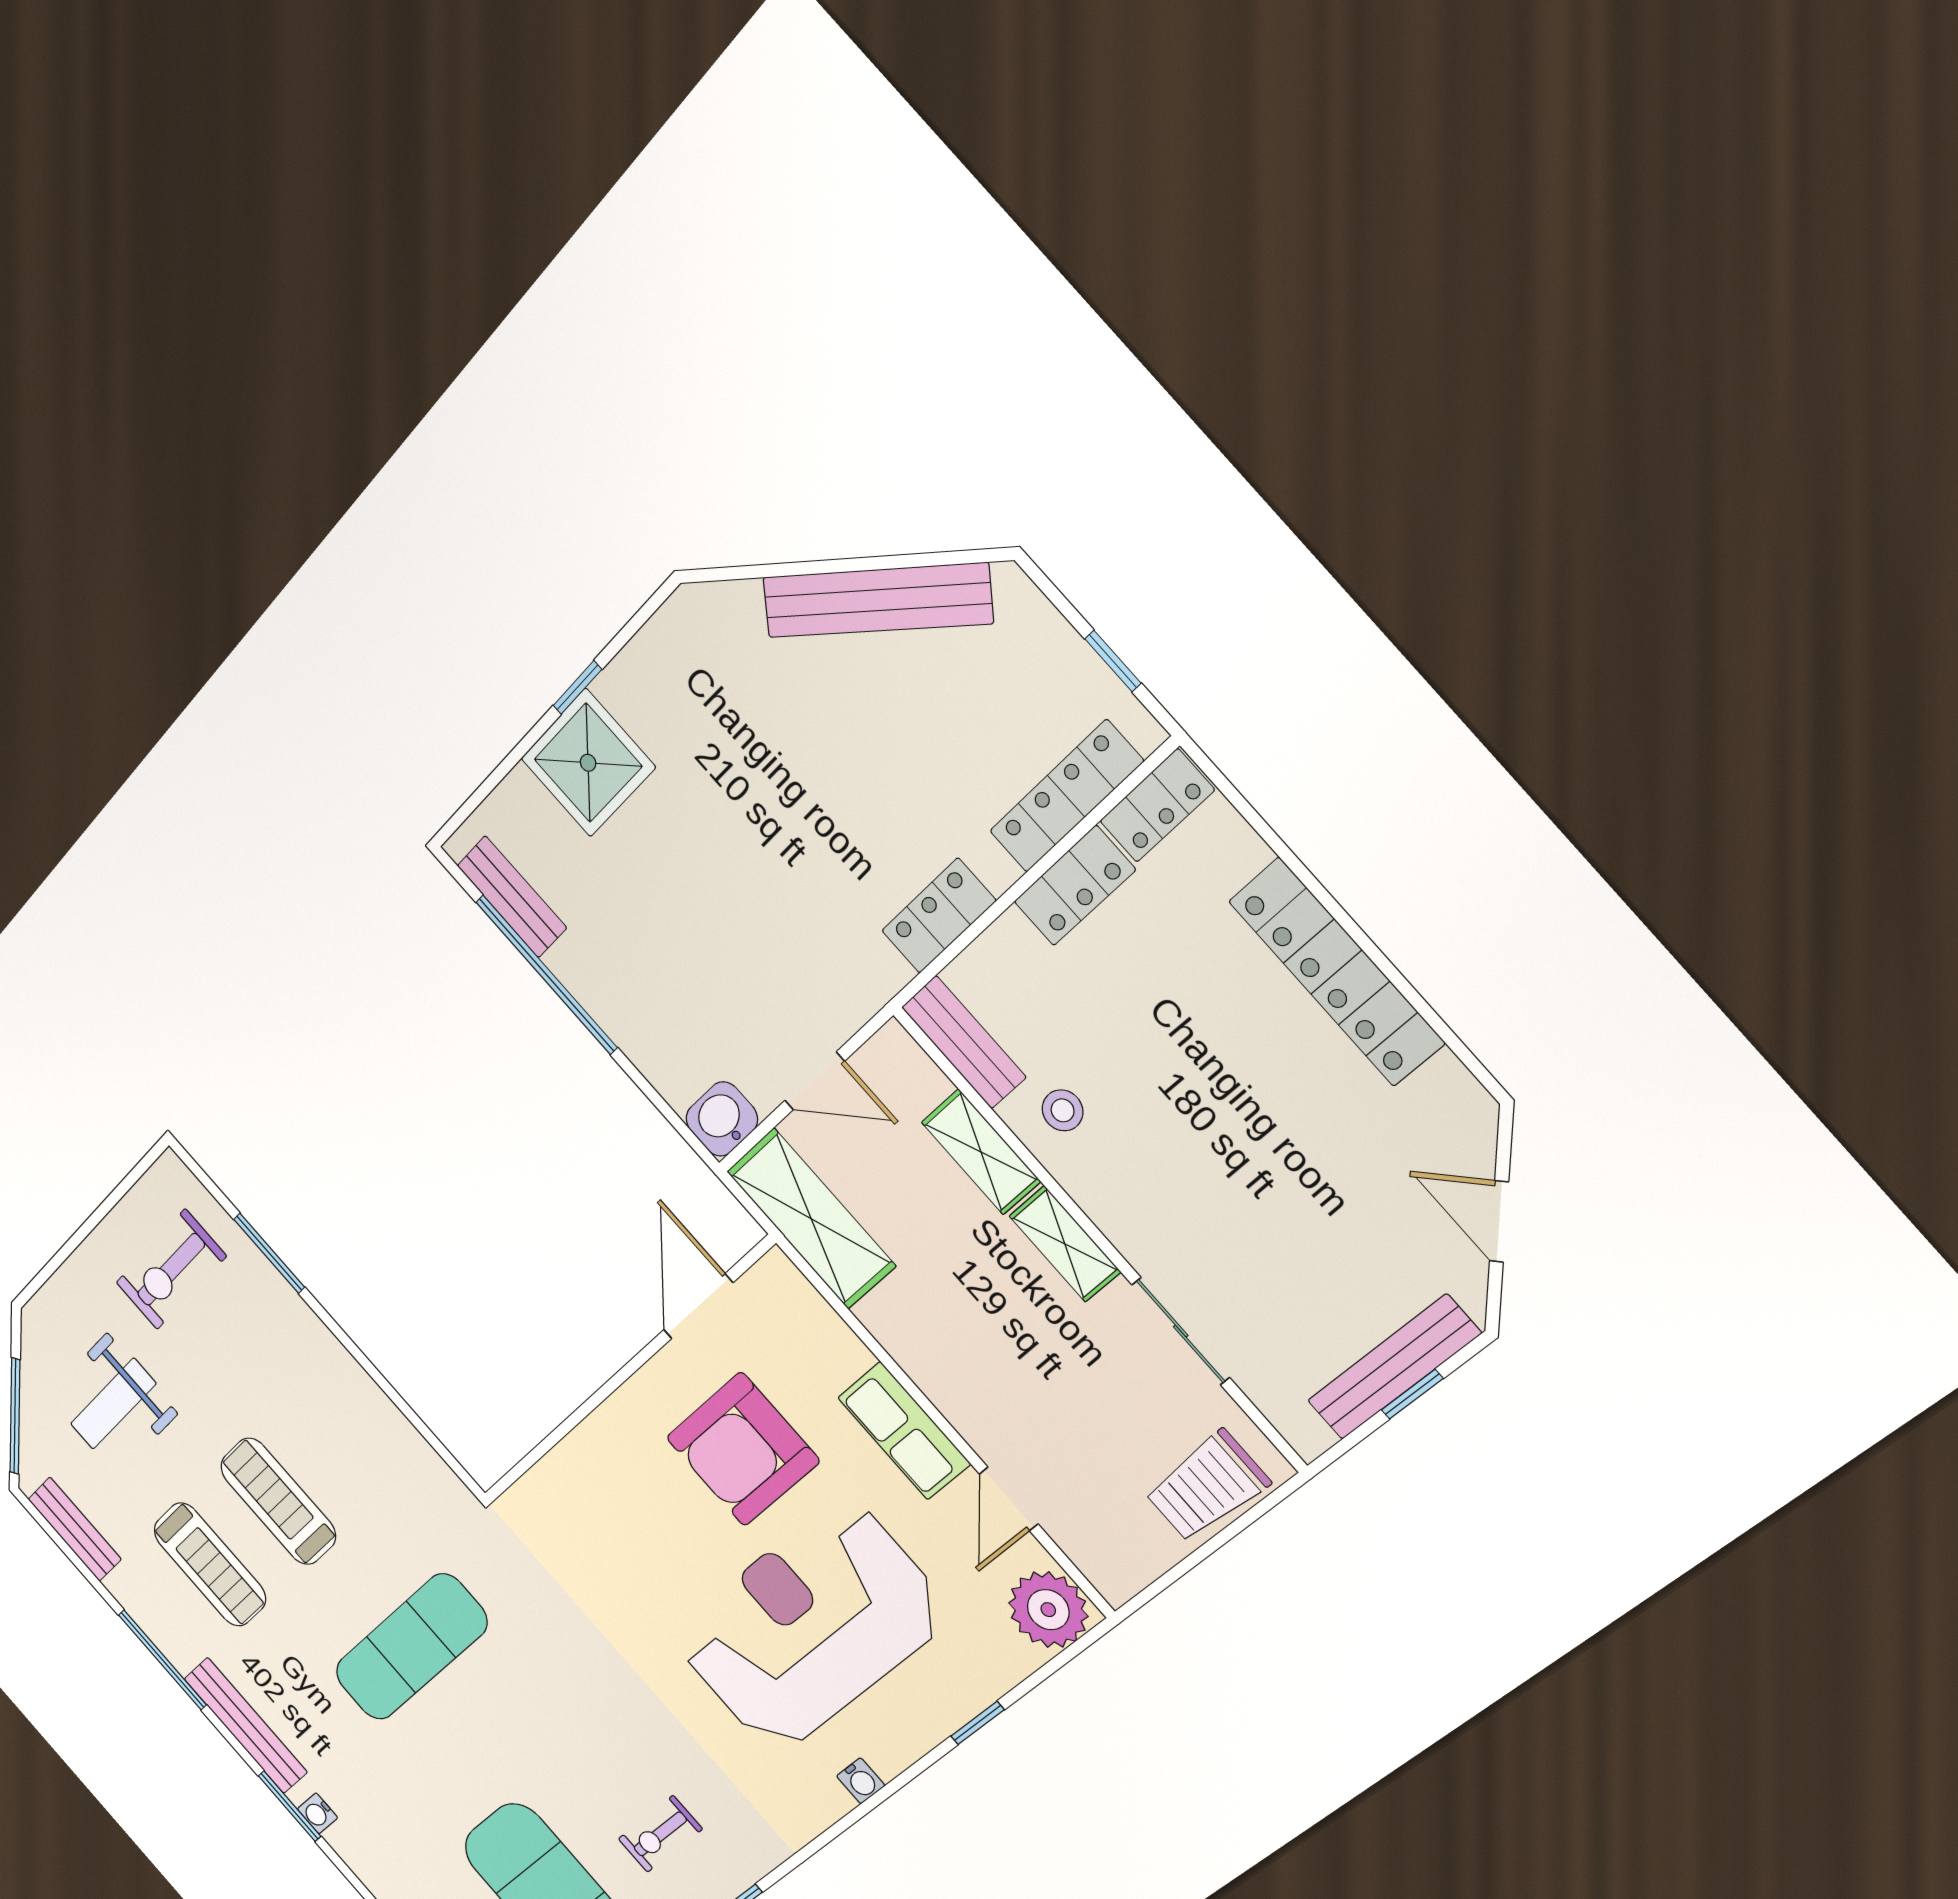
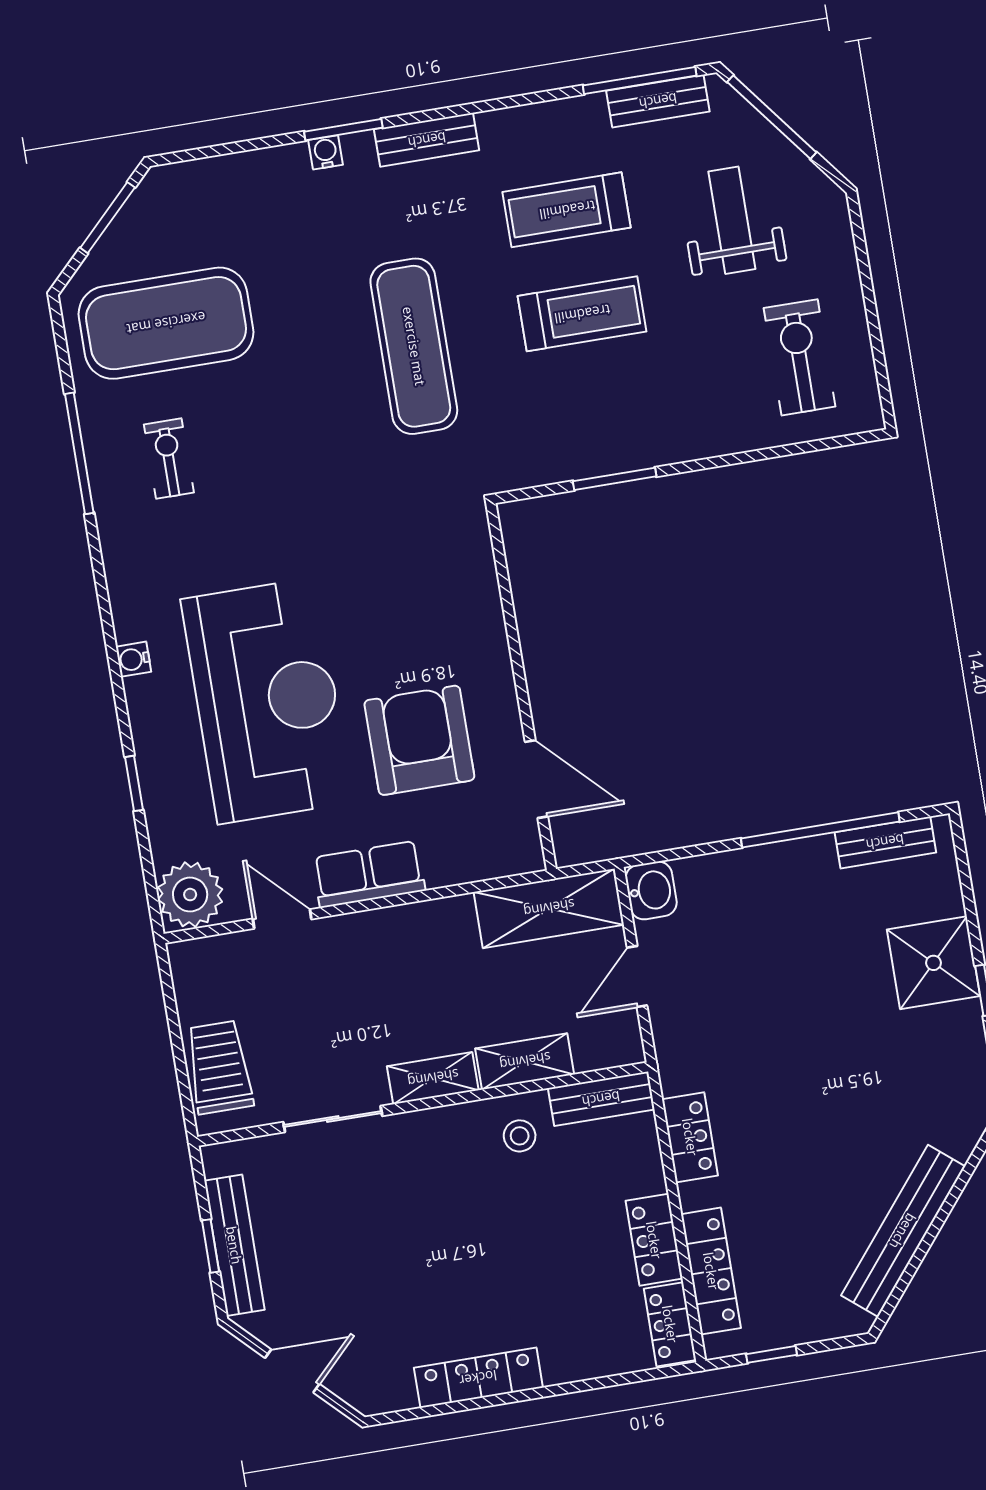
locker: (1336, 972) -> (478, 1378), width x0.71, depth x0.83
window: (269, 1253) -> (615, 479), moved
window: (162, 1660) -> (640, 81), moved
bench: (246, 1725) -> (427, 140), width x0.73

